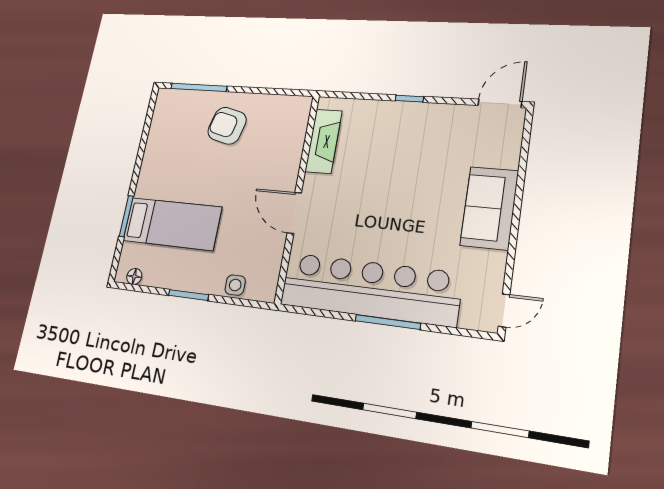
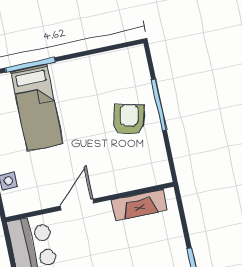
window: (199, 87) -> (159, 105), moved
window: (126, 216) -> (30, 65), width x1.44

